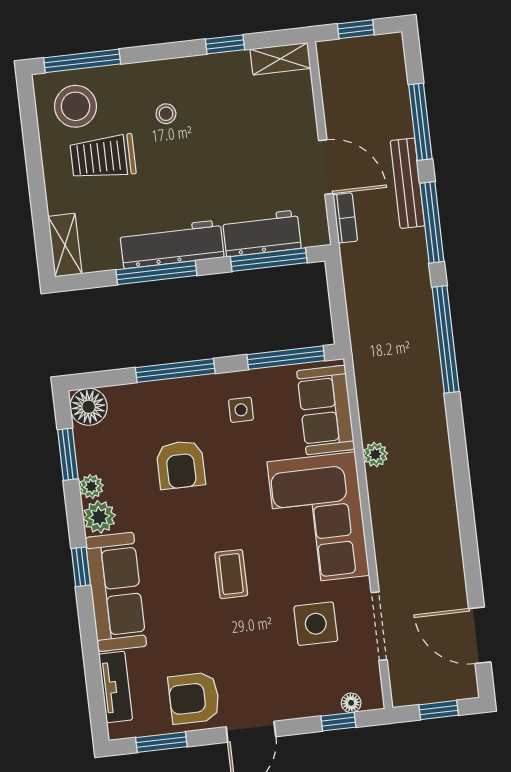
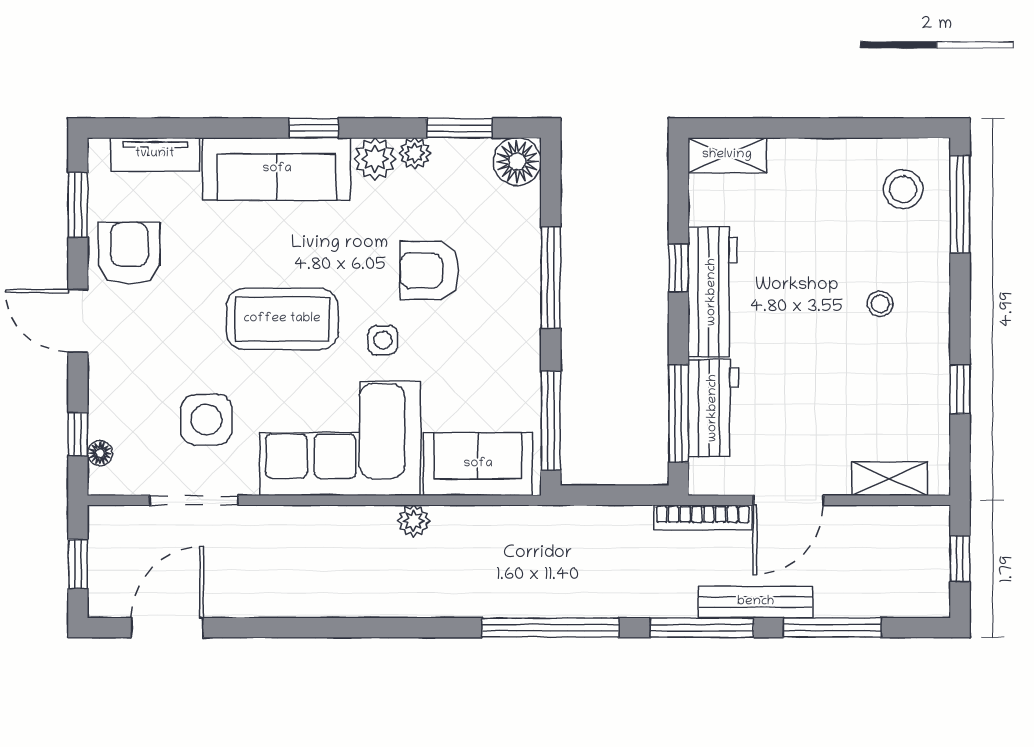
shelving: (280, 59) -> (890, 479), moved, turned 90
stool: (76, 106) -> (903, 189), width x0.73, depth x0.73
trolley: (103, 157) -> (834, 217), removed
bookcase: (345, 218) -> (703, 517), width x1.56
window: (156, 273) -> (678, 268), width x0.46
side table: (241, 410) -> (383, 340), moved
coffee table: (231, 574) -> (282, 319), width x1.86, depth x1.72

